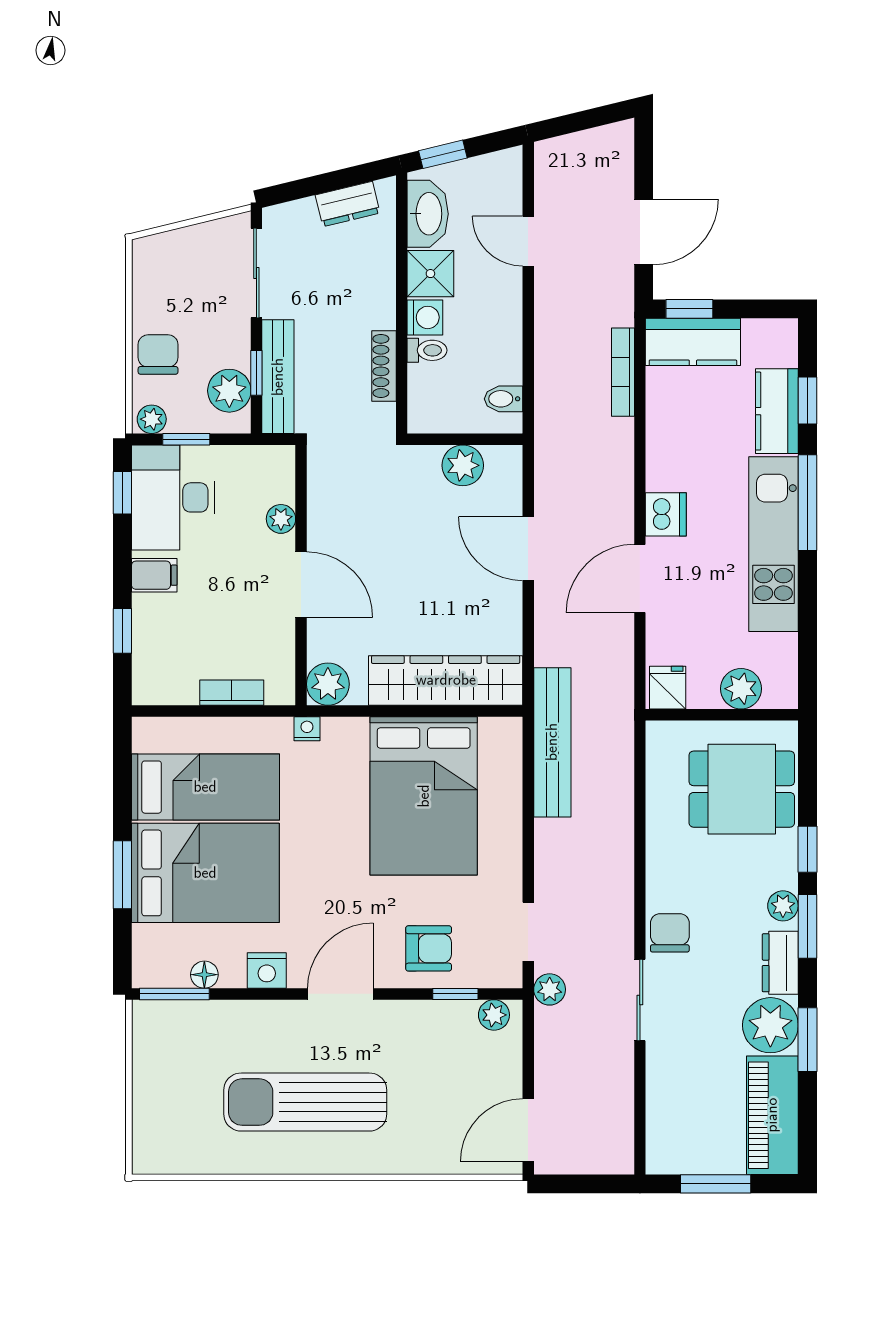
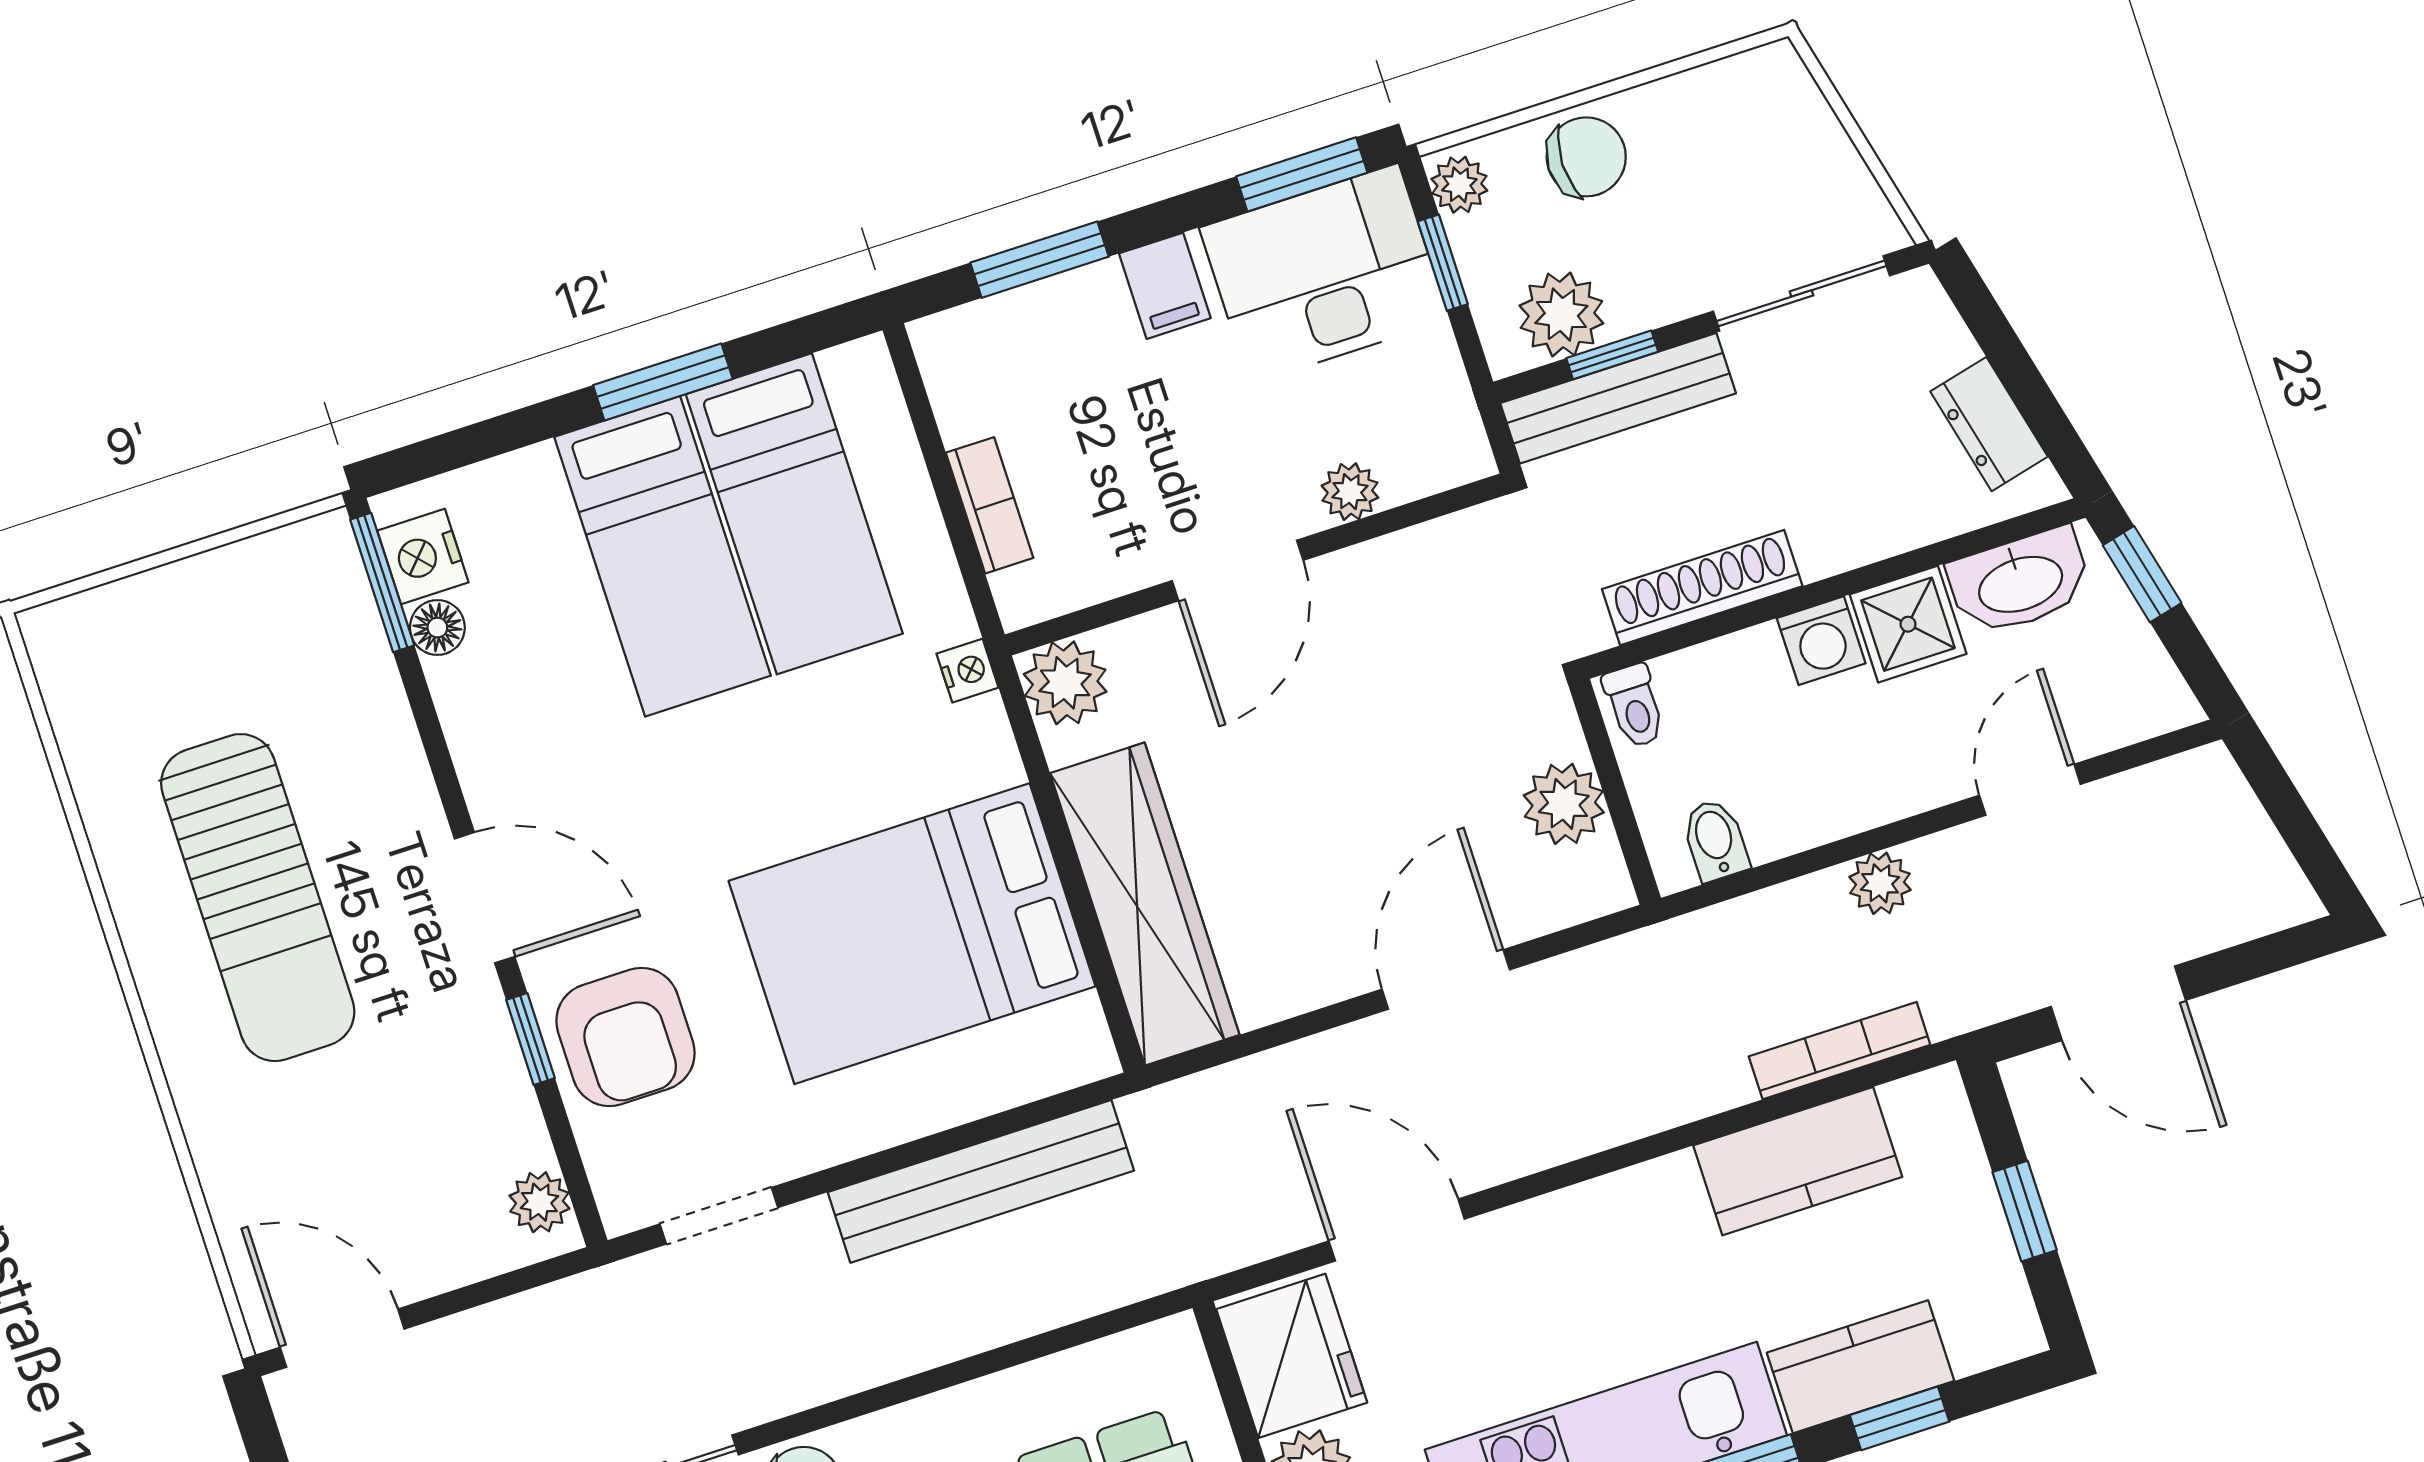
window: (689, 309) -> (2025, 1211), moved
kitchen counter: (693, 342) -> (1798, 1161), moved, turned -90
toilet: (427, 350) -> (1634, 706), moved
shoe rack: (384, 366) -> (1702, 588), width x1.36, depth x1.24
window: (122, 493) -> (1302, 174), width x1.50
dishwasher: (666, 514) -> (1596, 1220), removed
door: (640, 578) -> (1397, 1230), moved
window: (122, 631) -> (1040, 260), width x1.50
fridge: (668, 688) -> (1292, 1356), width x1.88, depth x1.34
bench: (552, 742) -> (981, 1181), moved
bed: (205, 873) -> (663, 556), width x0.67
window: (122, 875) -> (663, 382), moved
armchair: (429, 948) -> (625, 1037), width x1.38, depth x1.38
nightstand: (267, 971) -> (423, 556), moved
plant: (550, 989) -> (1880, 883), moved
window: (455, 994) -> (531, 1039), moved
sun lounger: (305, 1102) -> (258, 898), turned 180

